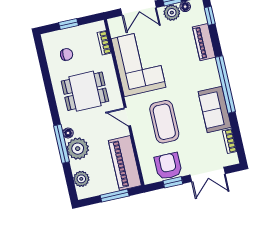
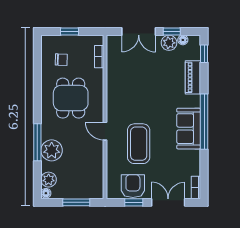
corner sofa: (139, 63) -> (127, 83), removed
dining table: (85, 91) -> (71, 98), turned 90
sofa: (215, 109) -> (189, 129), moved
floor lamp: (68, 133) -> (46, 193), moved
bookcase: (230, 141) -> (196, 187), moved
piano: (125, 163) -> (93, 174), removed
double door: (208, 174) -> (168, 202), swing flipped

